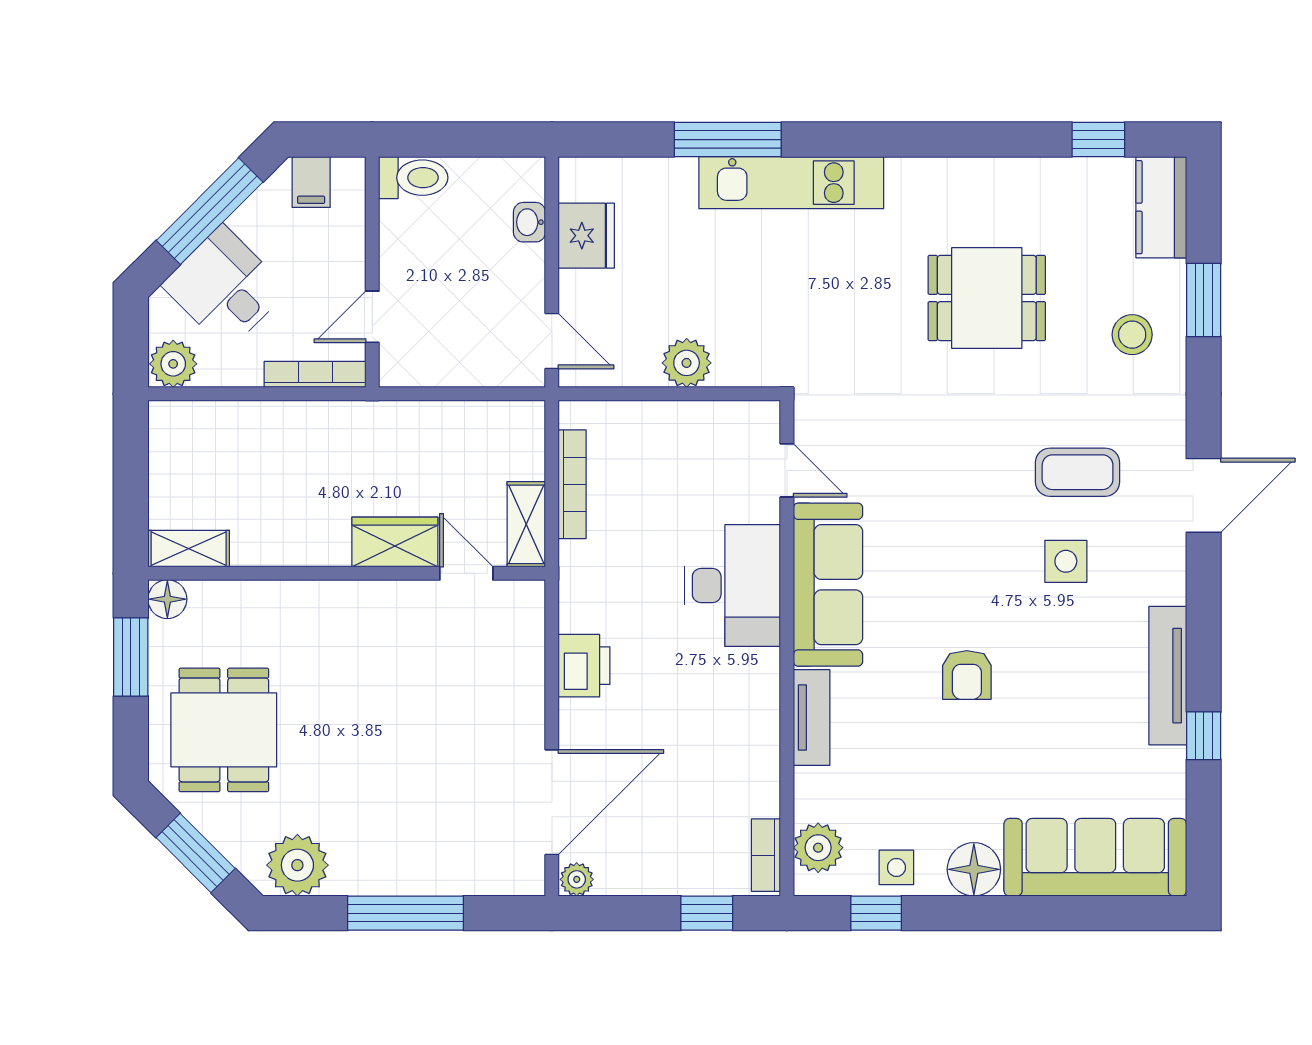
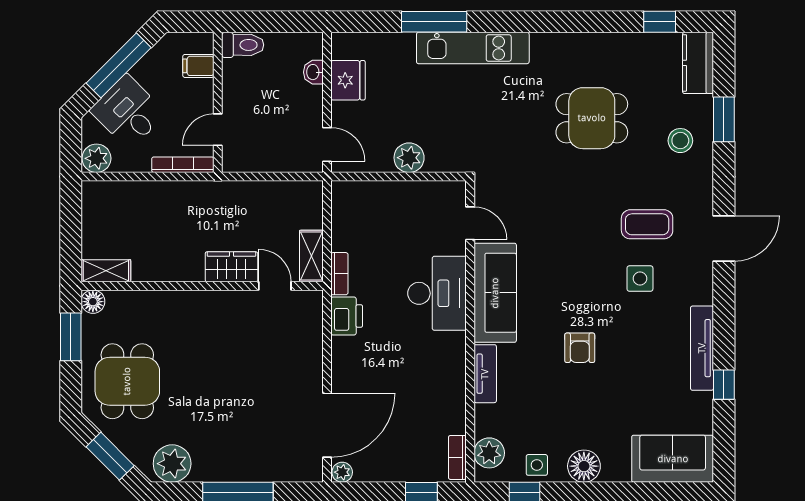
filing cabinet: (311, 182) -> (198, 66), moved, turned 90
bookcase: (572, 484) -> (339, 274), moved, width x0.64
printer: (584, 666) -> (347, 316), moved
sofa: (1095, 857) -> (673, 459), width x0.73

